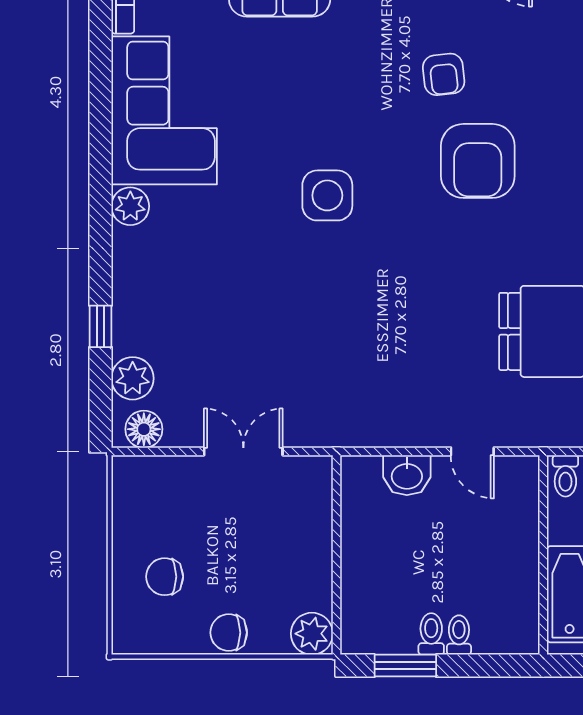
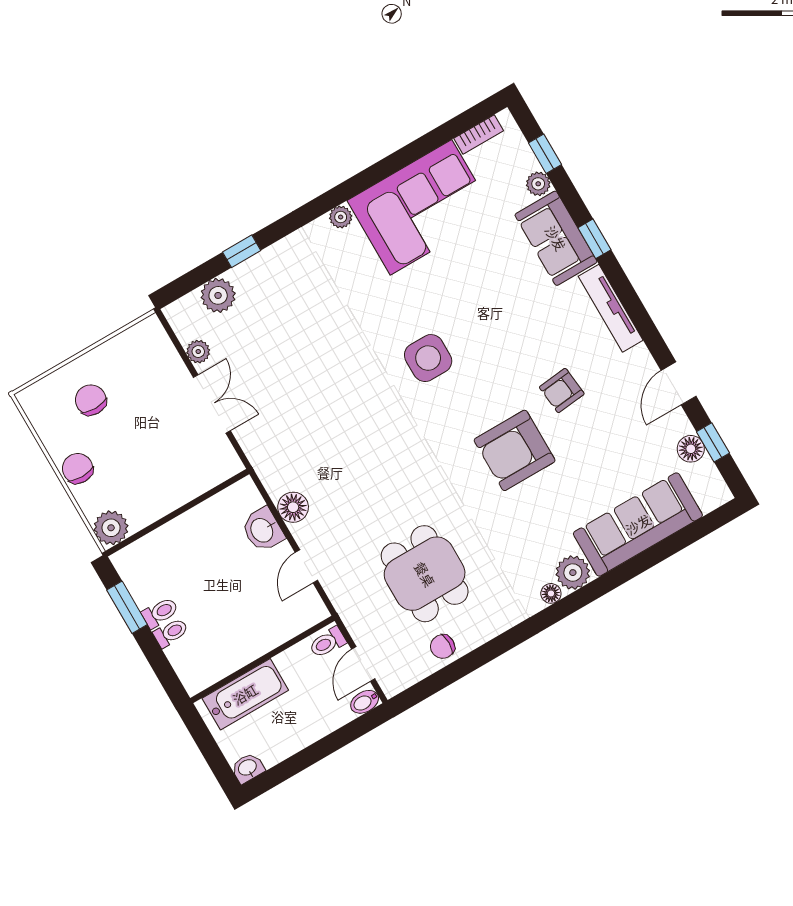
plant: (130, 206) -> (341, 217), width x0.73, depth x0.73
floor lamp: (144, 429) -> (293, 507), moved
plant: (180, 434) -> (198, 352), added

